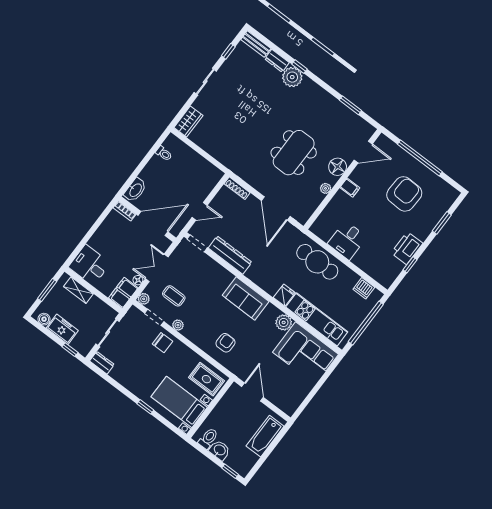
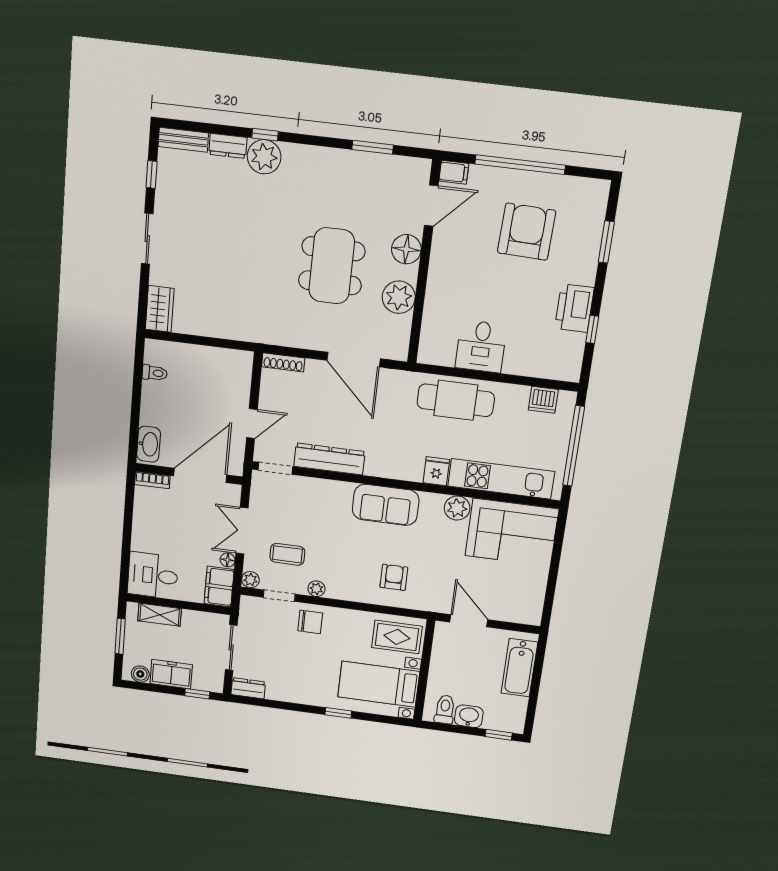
plant: (326, 188) -> (399, 297), width x1.87, depth x1.87
filing cabinet: (350, 188) -> (454, 172), moved

